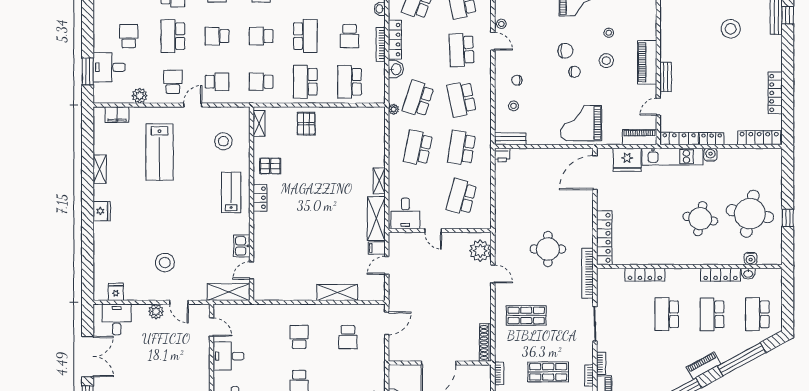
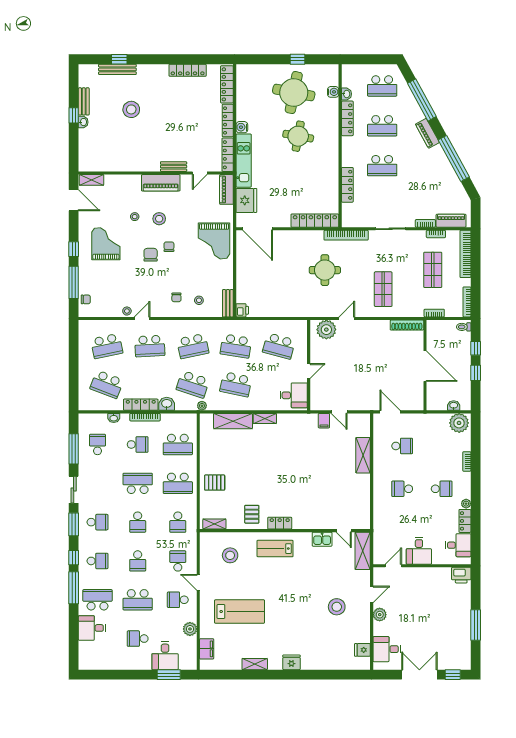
door: (658, 107) -> (200, 173), hinge flipped
locker: (712, 139) -> (228, 121), width x1.53
shelving: (376, 219) -> (233, 421), moved

